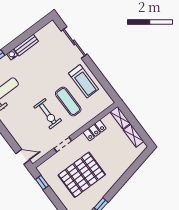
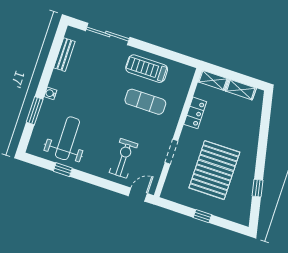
bench: (26, 45) -> (64, 55), moved
treadmill: (84, 81) -> (147, 69), turned 180
exercise bike: (48, 114) -> (124, 158), moved, turned -90
window: (42, 183) -> (202, 216), moved

